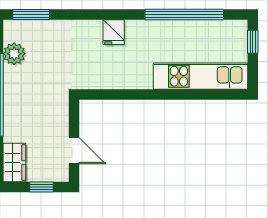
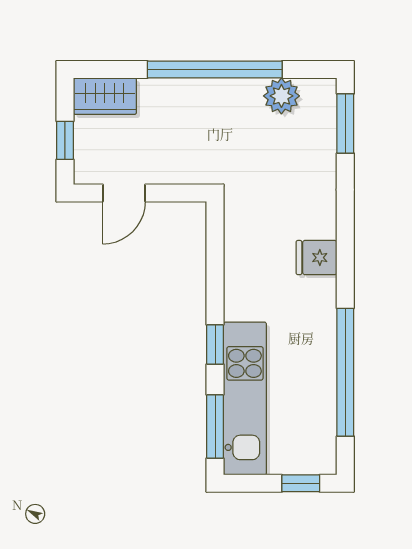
window: (167, 95) -> (215, 345), added
window: (218, 95) -> (215, 427), added

